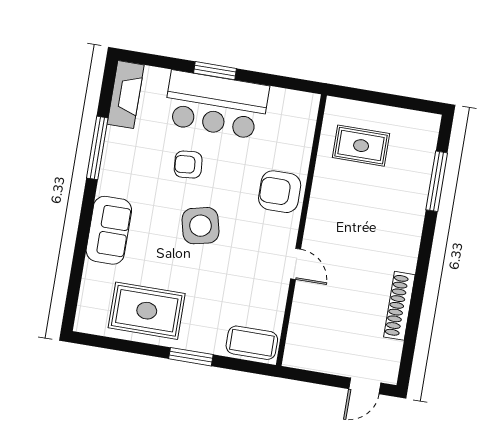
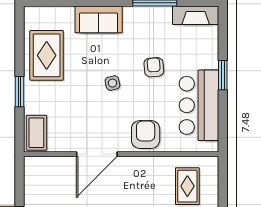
bar counter: (216, 105) -> (199, 105), moved
side table: (201, 226) -> (112, 83), width x0.54, depth x0.54
door: (296, 264) -> (97, 154), width x1.88

